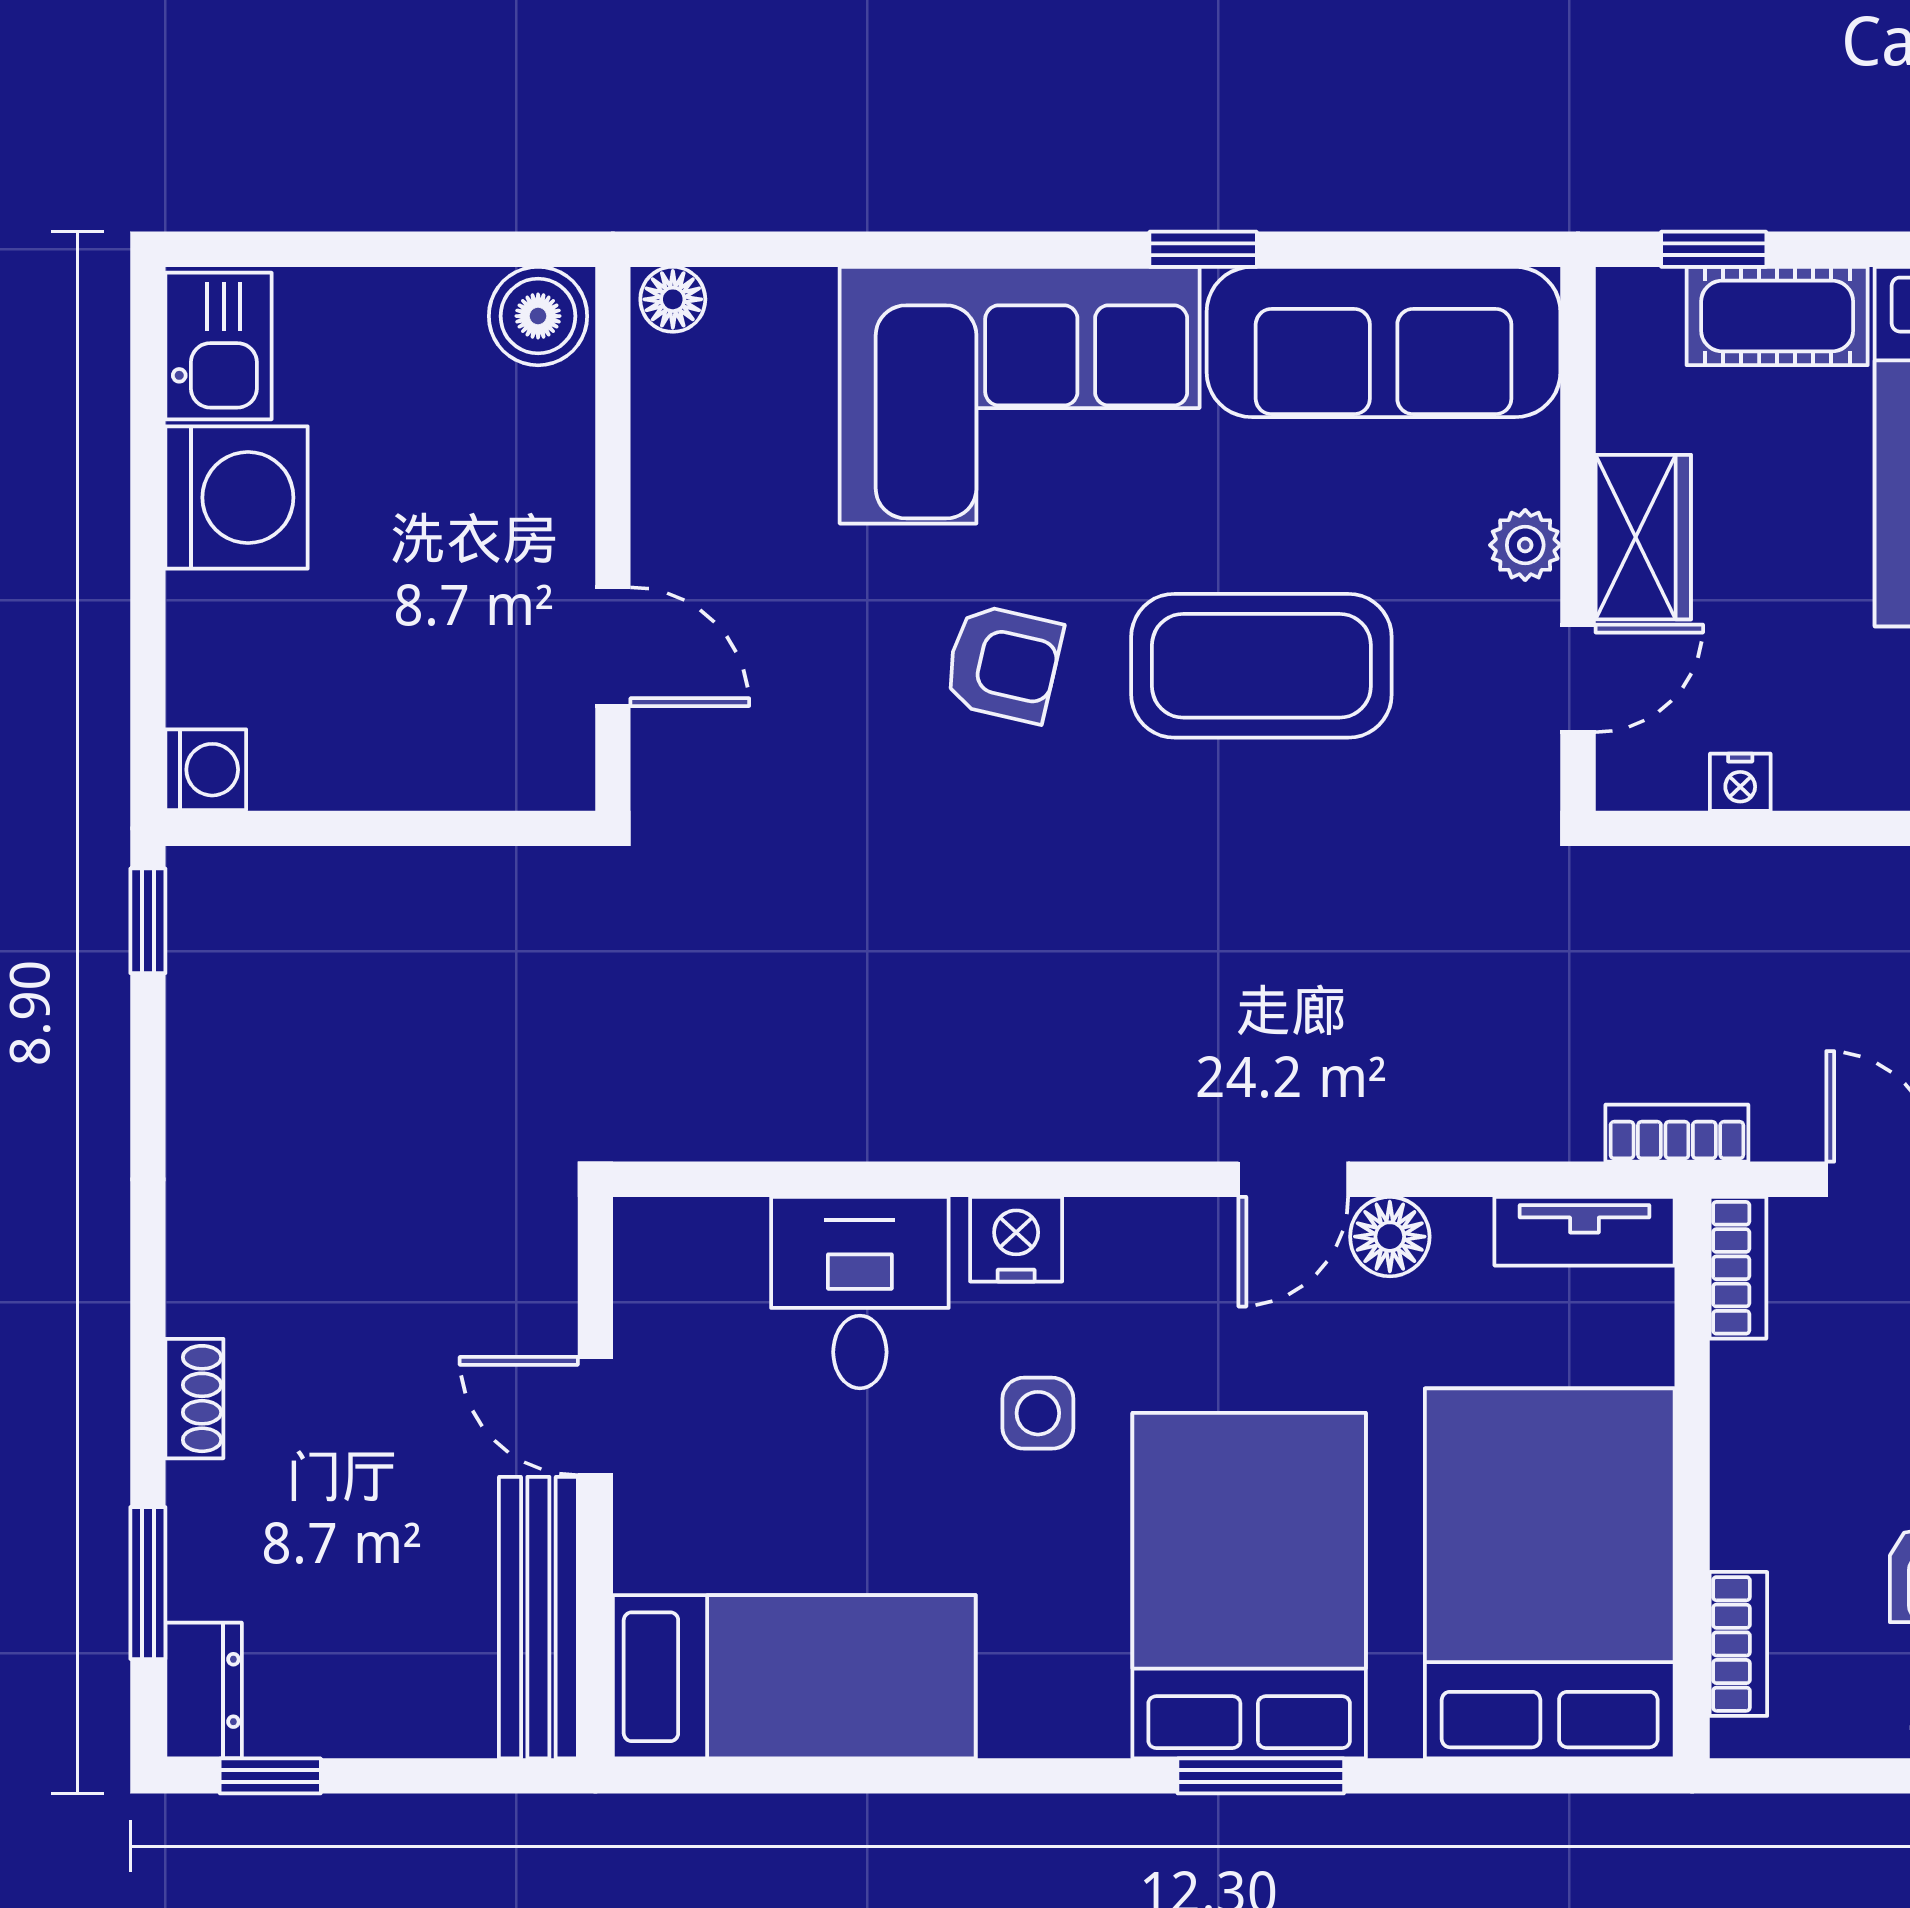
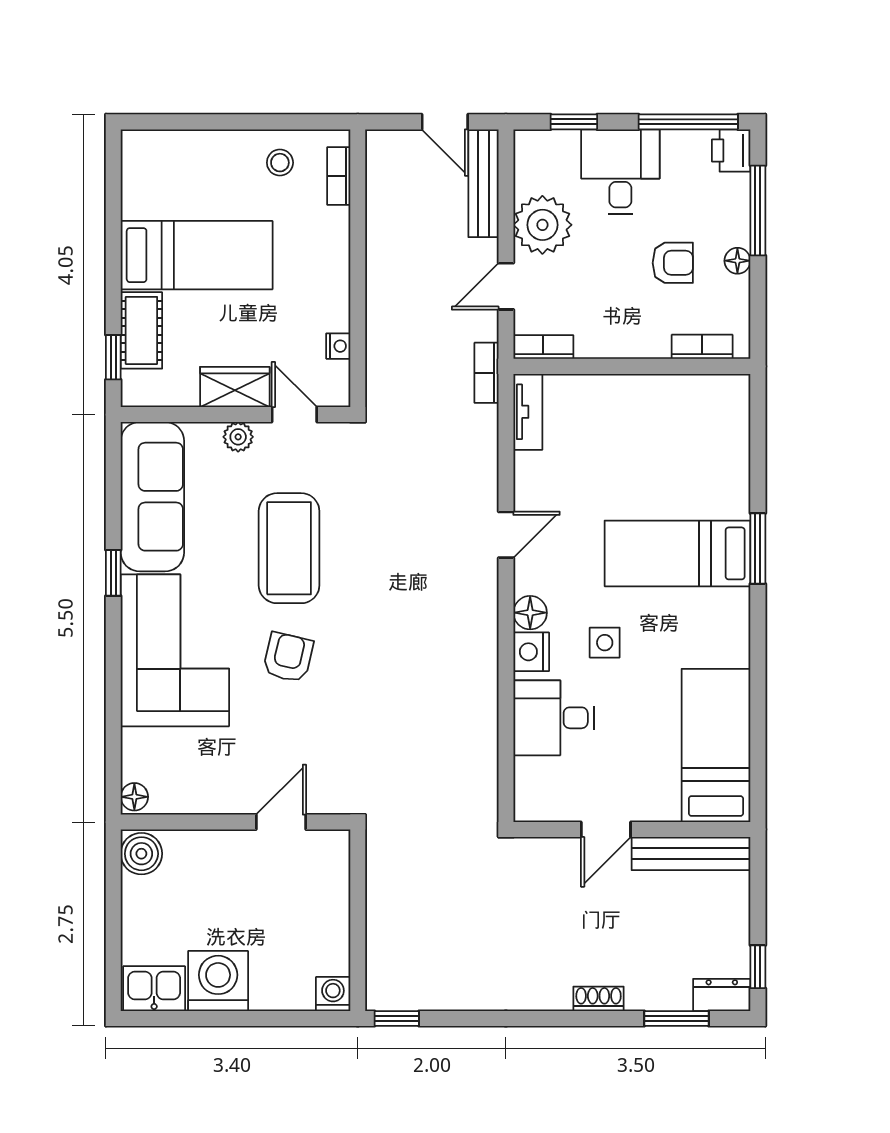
door: (1293, 1179) -> (506, 535), hinge flipped
floor lamp: (1390, 1237) -> (530, 613), moved
bed: (1550, 1573) -> (672, 427), removed
bed: (1249, 1586) -> (677, 553), width x0.67

